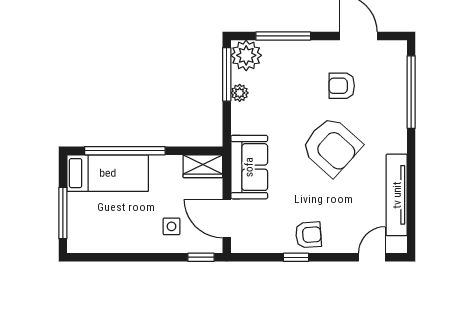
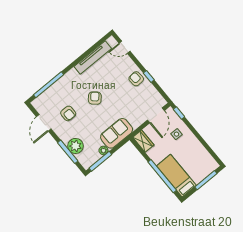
plant: (246, 55) -> (75, 146), moved
armchair: (331, 146) -> (95, 98), width x0.53, depth x0.53
sofa: (249, 167) -> (117, 133), moved

